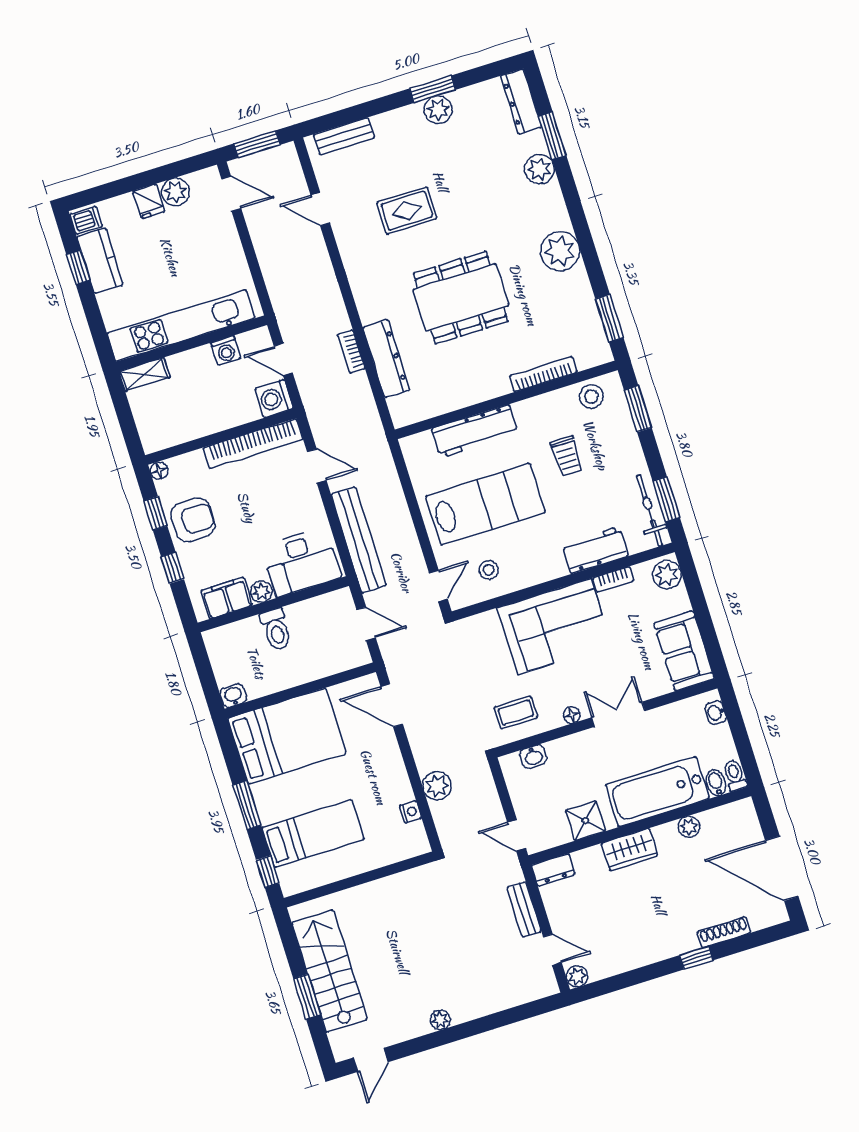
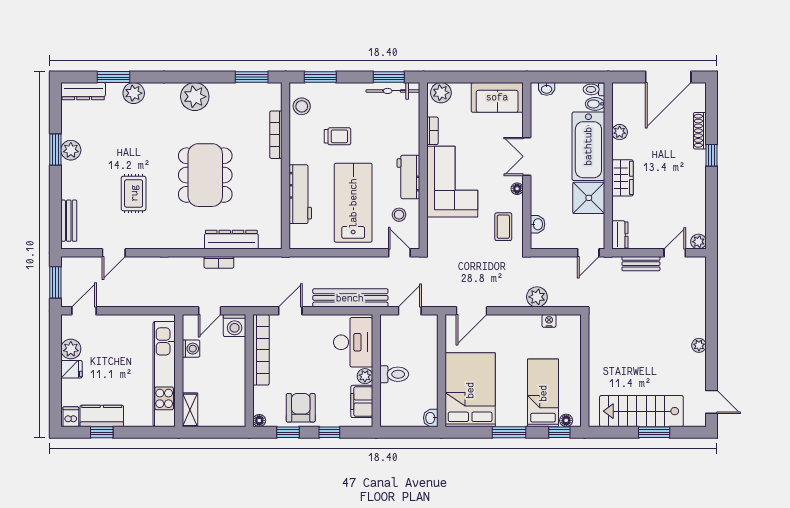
workbench: (595, 550) -> (408, 177), moved
shower: (585, 821) -> (589, 198), width x1.36, depth x1.36
floor lamp: (286, 876) -> (566, 420), added

